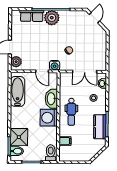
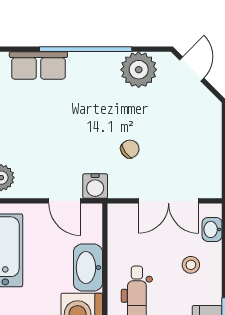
plant: (52, 18) -> (139, 70), moved

